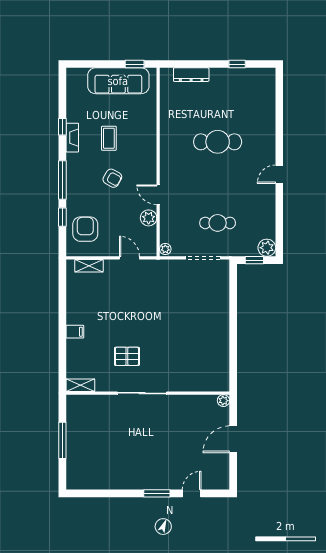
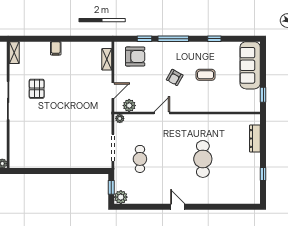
sofa: (118, 81) -> (250, 65), moved
fireplace: (72, 138) -> (206, 46), removed
plant: (149, 218) -> (129, 106), moved

